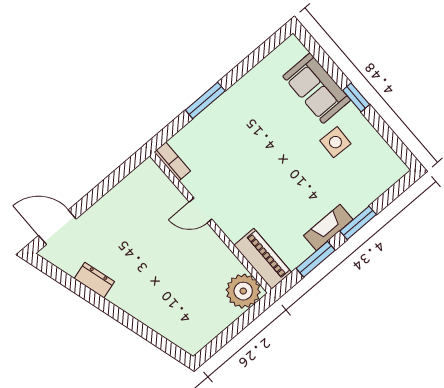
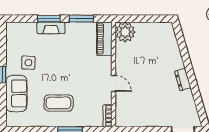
coffee table: (251, 123) -> (58, 103), added
fireplace: (328, 227) -> (51, 28), moved
dresser: (94, 280) -> (183, 79), moved

